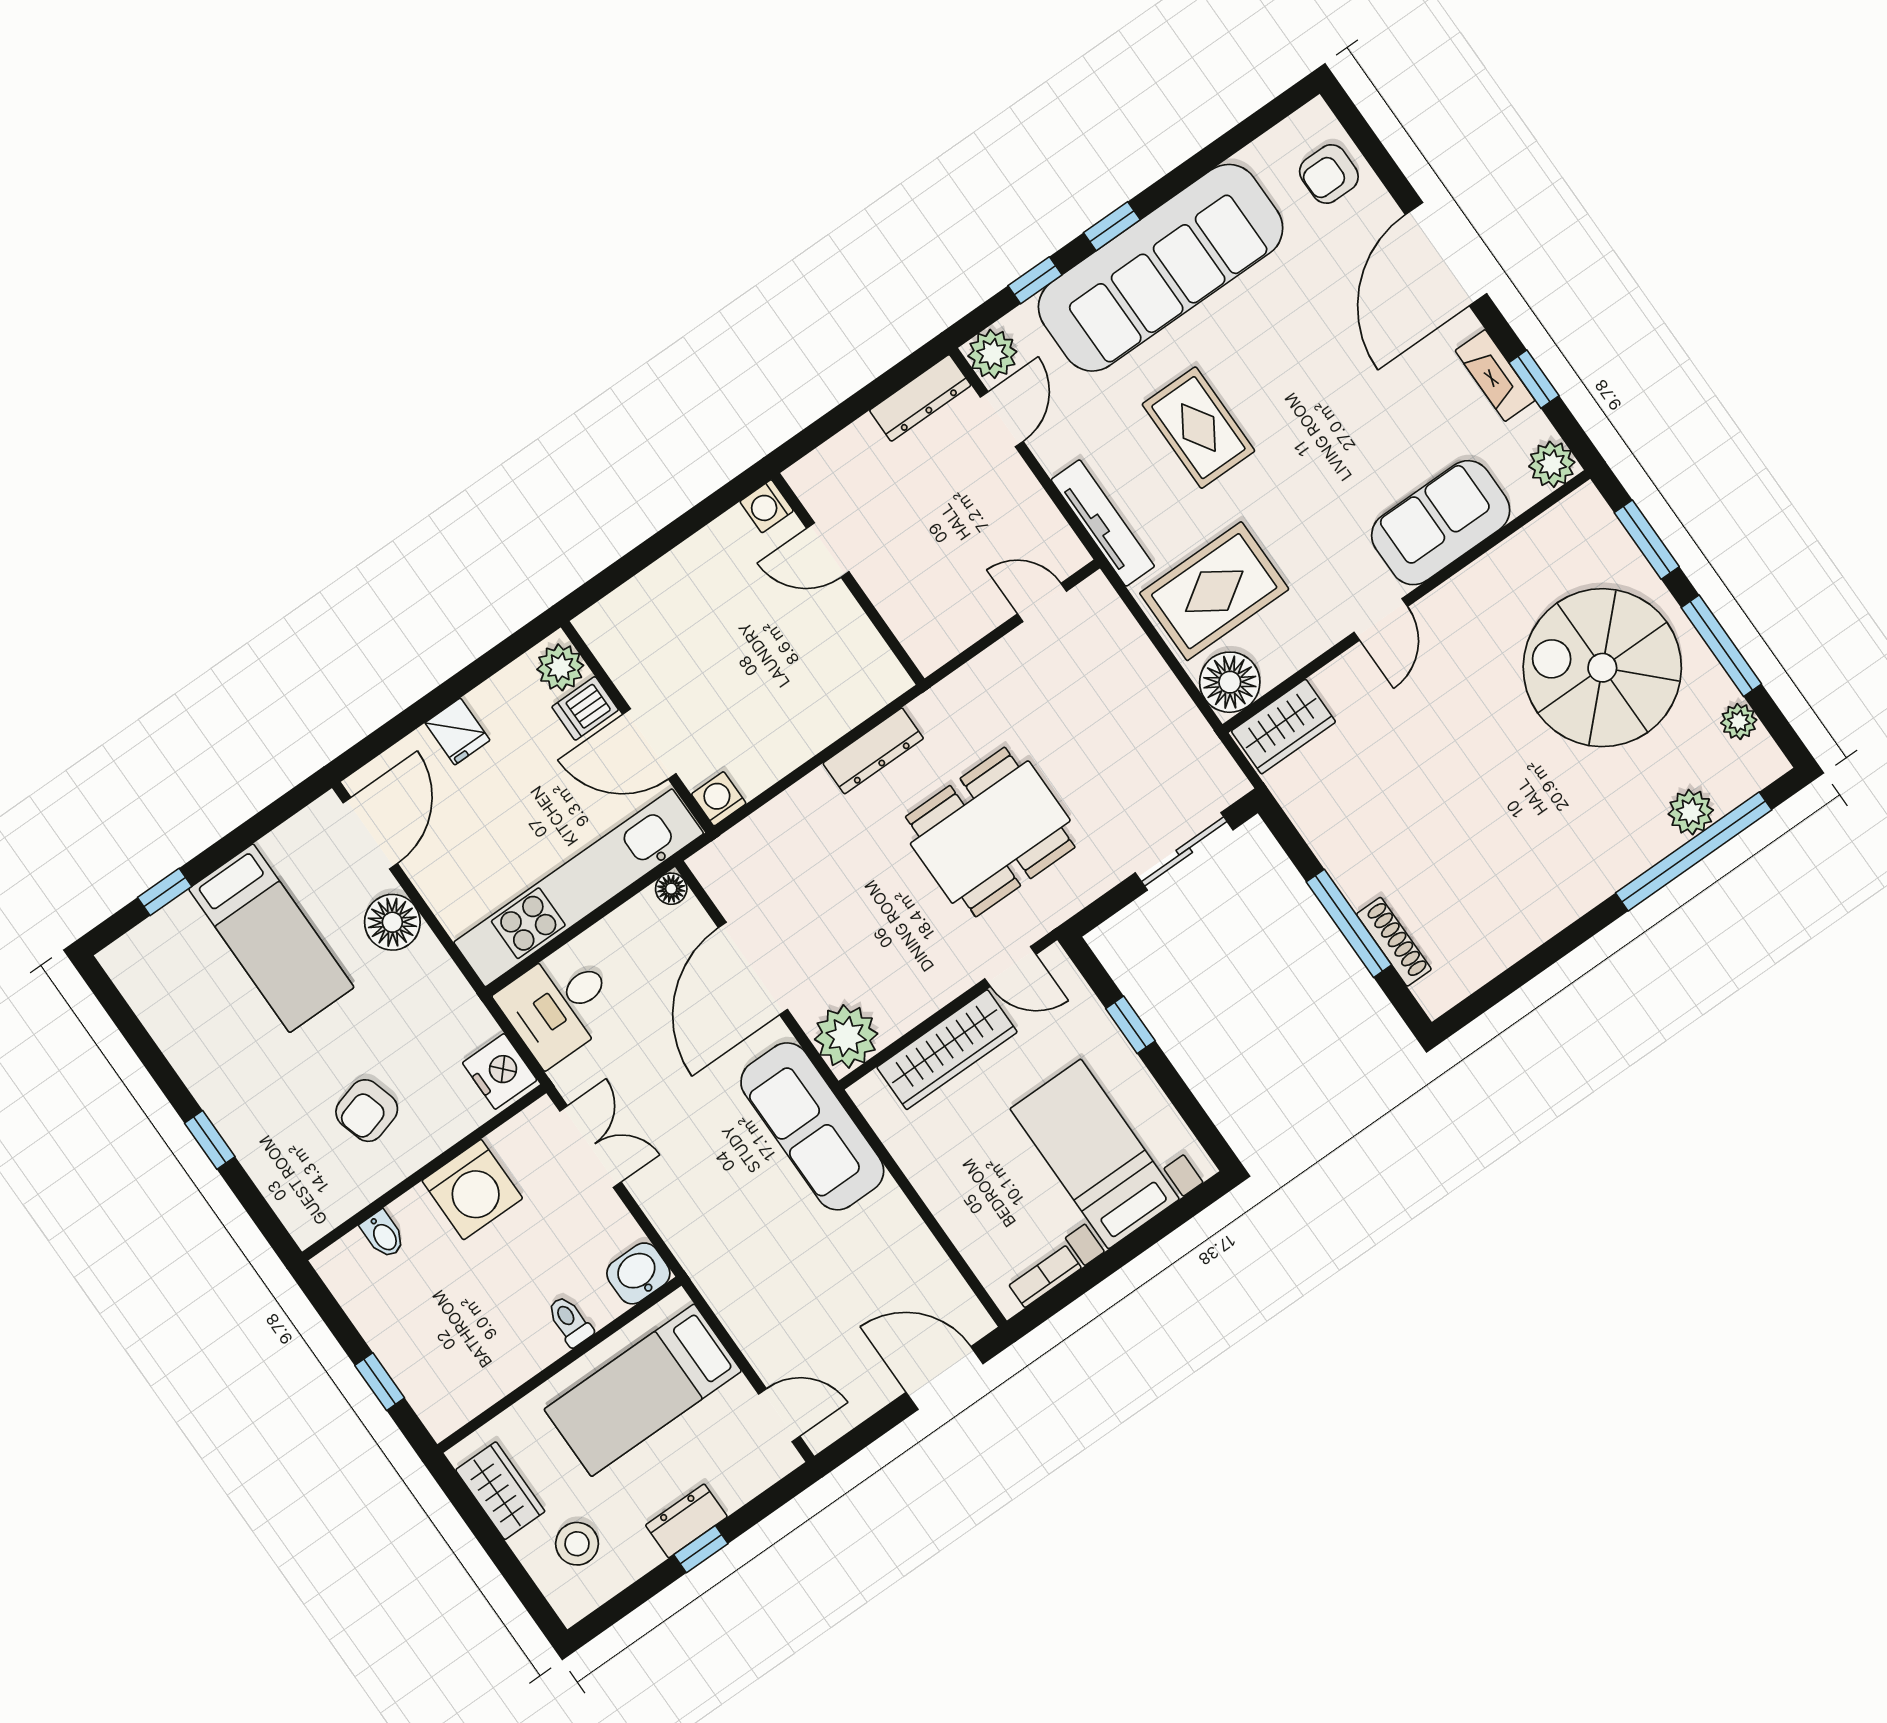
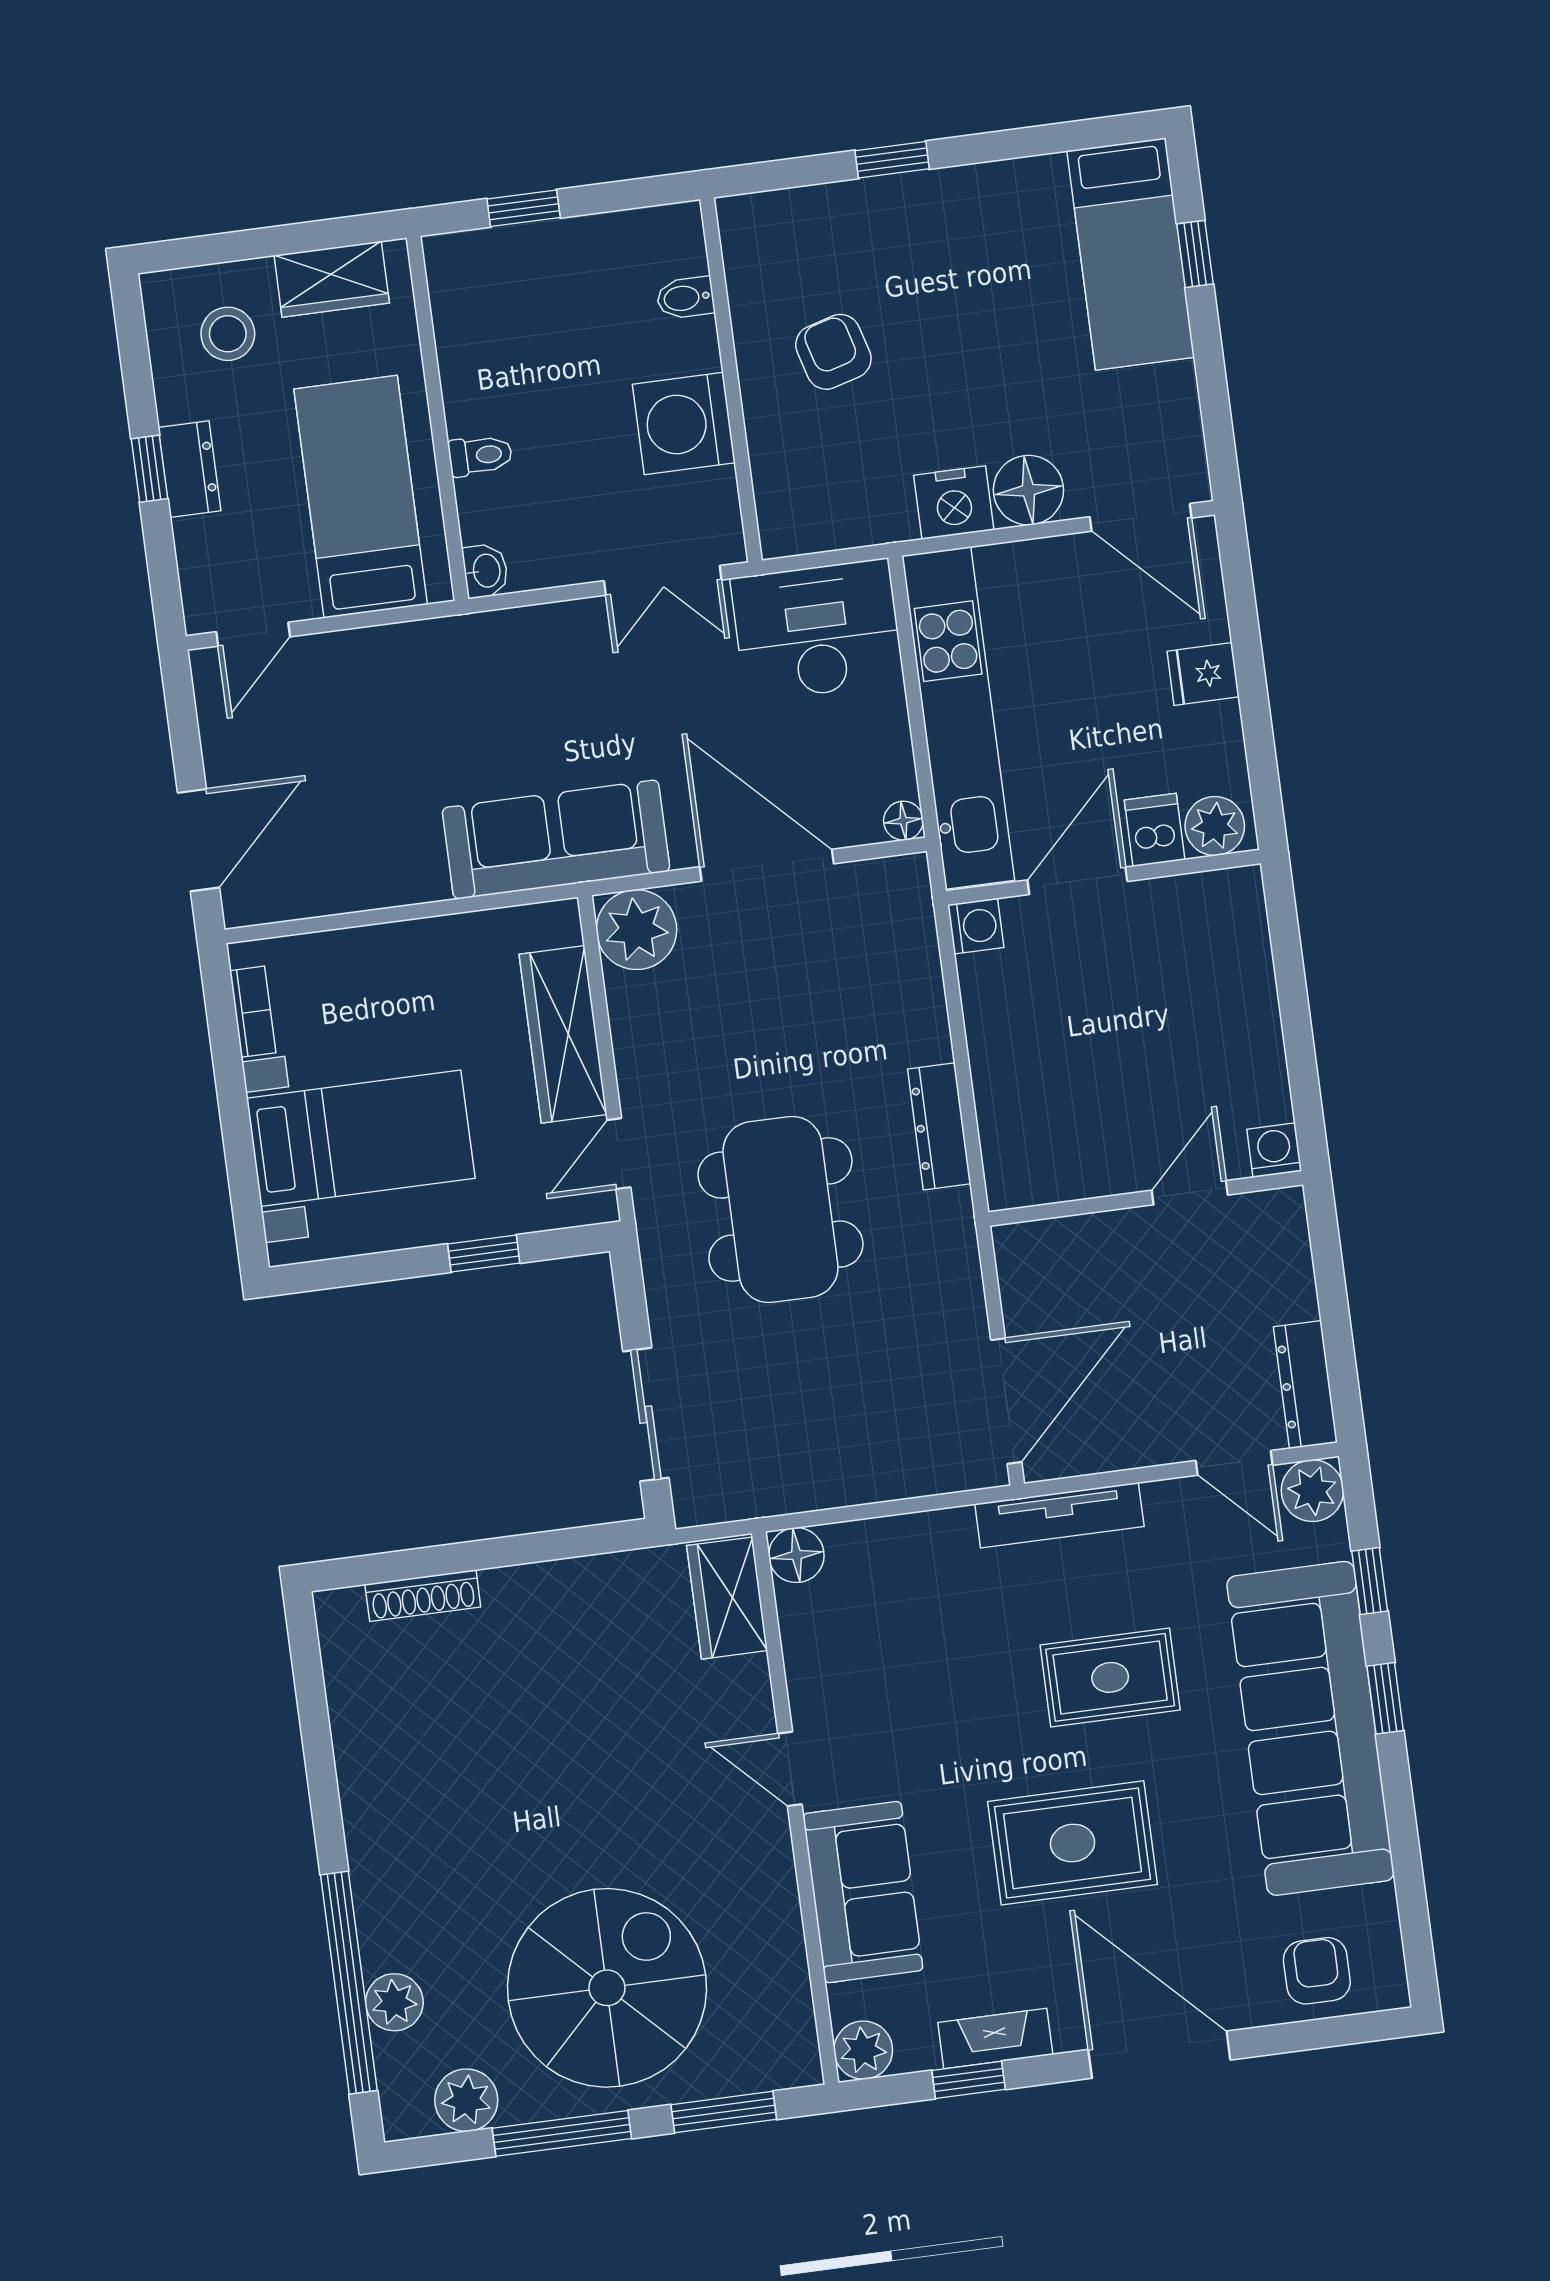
rug: (1214, 591) -> (1072, 1843), moved, turned 90
door: (1042, 602) -> (1006, 1401), width x1.88
floor lamp: (1230, 682) -> (796, 1555), width x0.73, depth x0.73
plant: (1739, 721) -> (466, 2100), width x1.38, depth x1.38
window: (1349, 923) -> (469, 1556), removed
bed: (271, 938) -> (1131, 254), moved, turned -90
desk: (559, 1005) -> (817, 630), width x1.37
nightstand: (500, 1071) -> (954, 503), moved
washbasin: (638, 1273) -> (485, 571), width x0.72, depth x0.69

